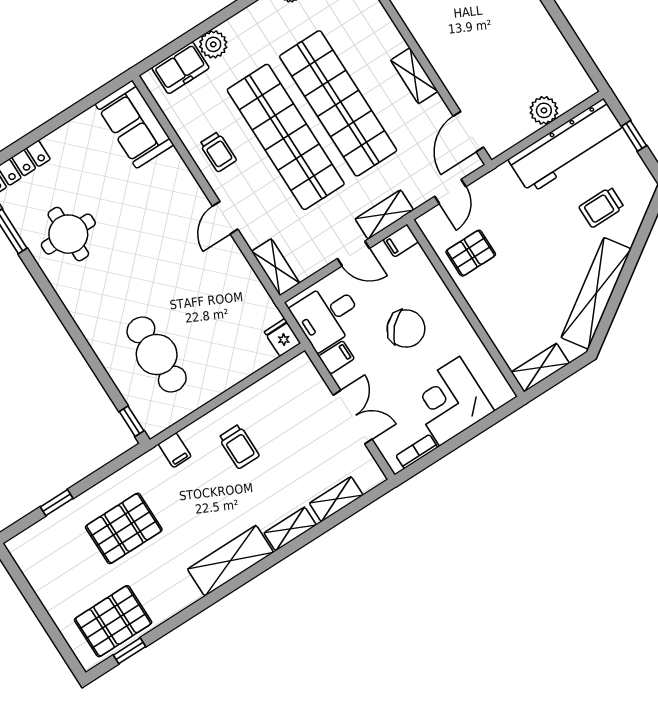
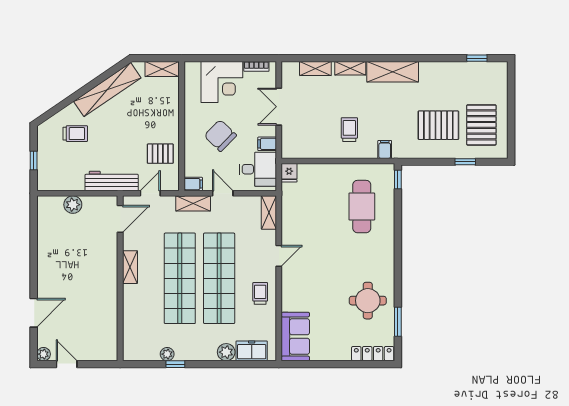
workbench: (567, 146) -> (112, 181), moved, width x0.73, depth x0.76
pallet: (113, 621) -> (481, 125), moved, turned 90

